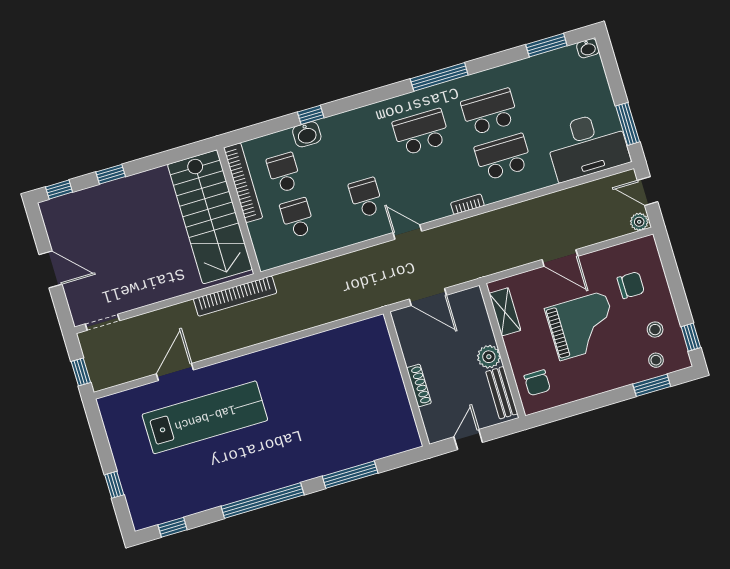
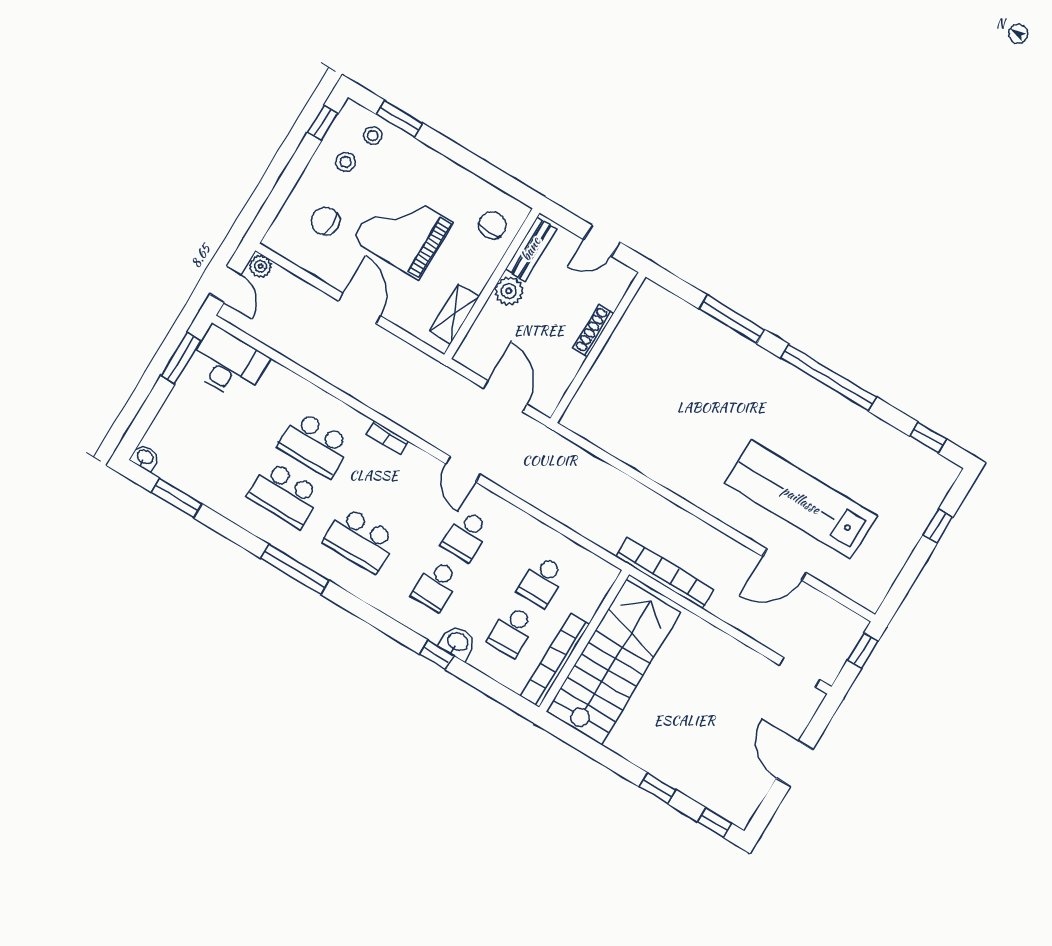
desk: (587, 146) -> (228, 364), width x0.73, depth x0.77
school desk: (353, 152) -> (436, 586), added

